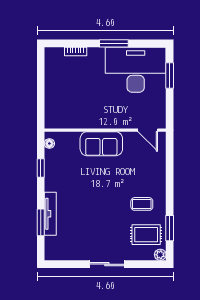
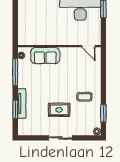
sofa: (101, 144) -> (45, 56), moved
window: (41, 168) -> (15, 72), width x2.17
rug: (146, 235) -> (59, 110), moved

